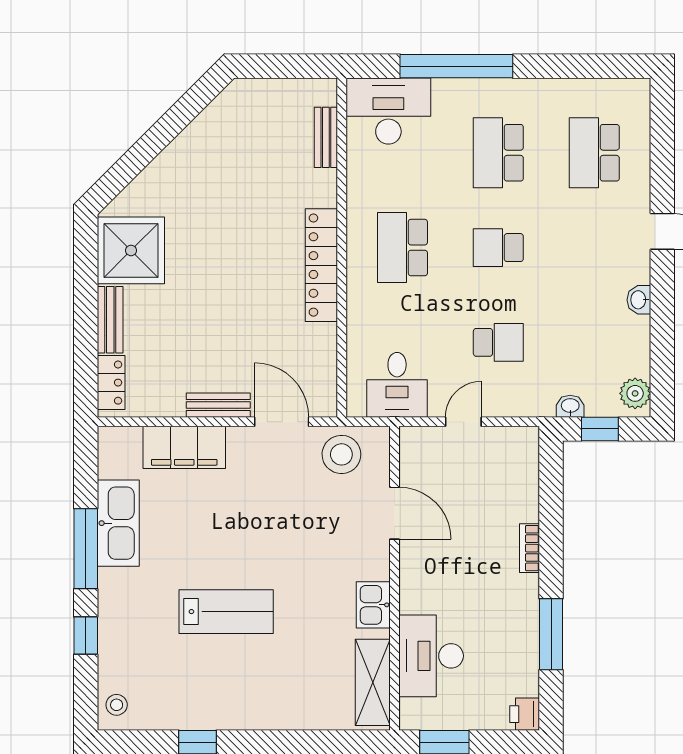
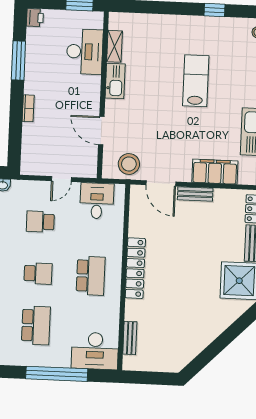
kitchen sink: (373, 605) -> (115, 81), width x1.38
lab bench: (226, 612) -> (196, 81), turned 90
shelving: (373, 682) -> (114, 46), width x0.67, depth x0.75

